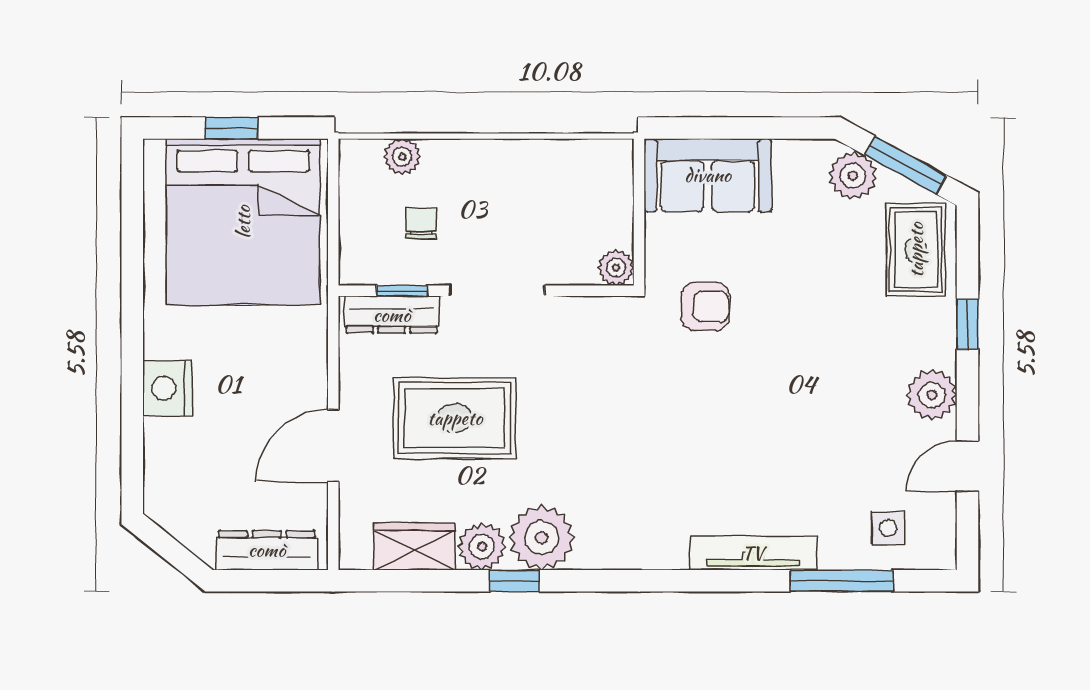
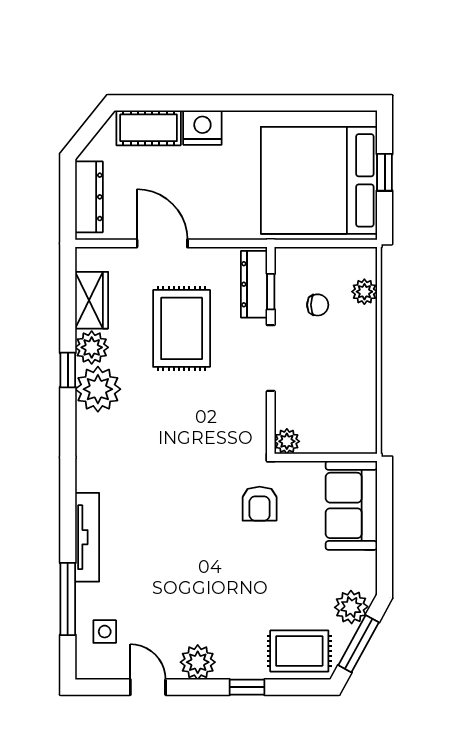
cot: (168, 465) -> (149, 128), added

